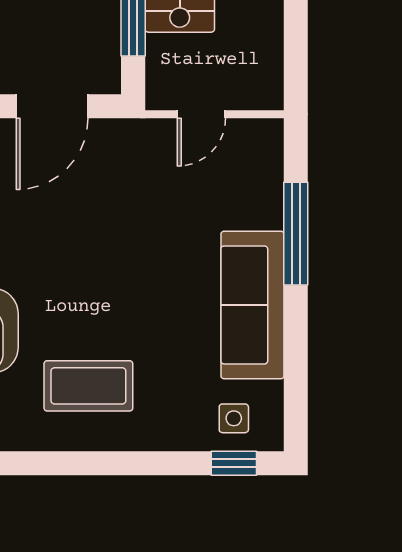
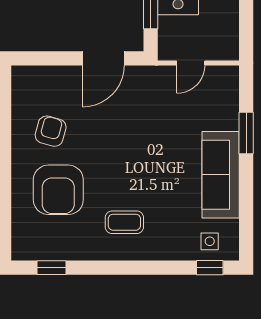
window: (296, 234) -> (246, 133), width x0.69
coffee table: (88, 386) -> (124, 222), width x0.73, depth x0.77

